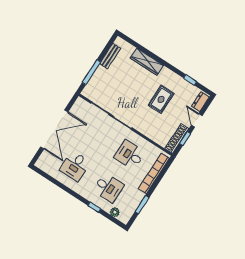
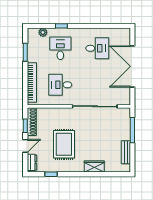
wardrobe: (147, 62) -> (94, 166), width x0.67
rug: (161, 99) -> (64, 144), width x1.36, depth x1.43
door: (197, 120) -> (25, 146), hinge flipped
desk: (130, 155) -> (60, 85), turned 180
desk: (75, 166) -> (97, 48), turned 90
desk: (108, 188) -> (60, 48), turned 90

